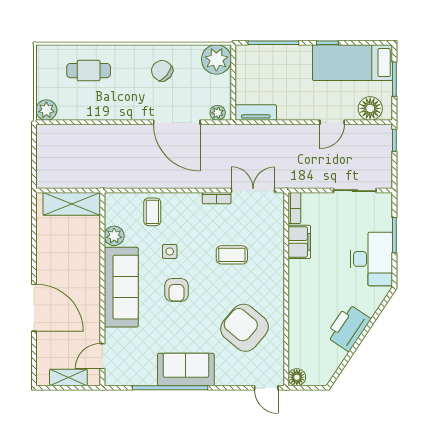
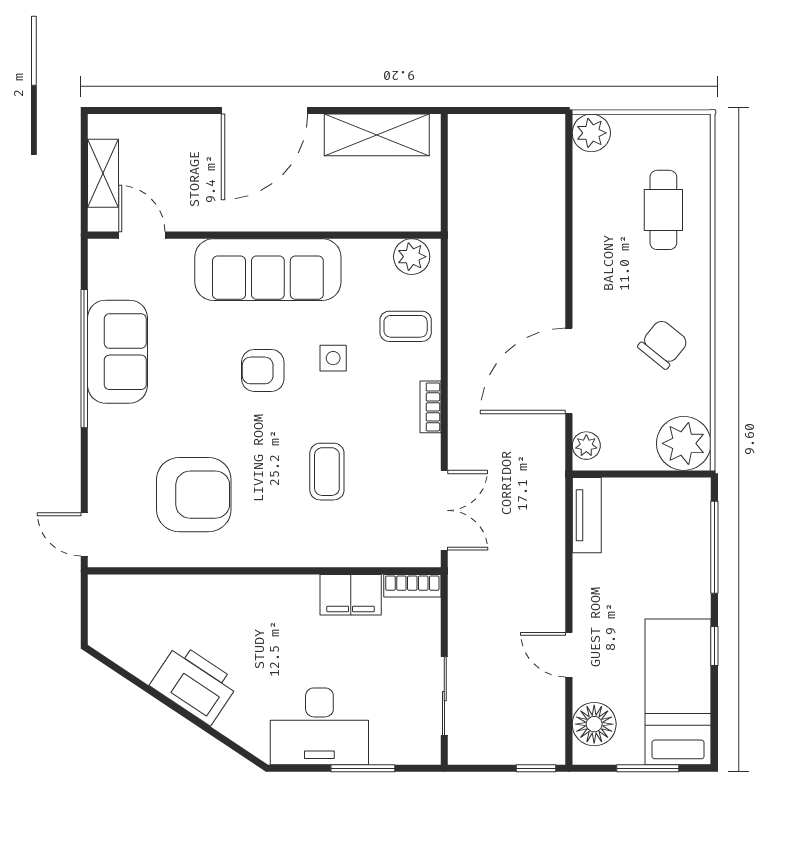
bookcase: (217, 198) -> (430, 407), moved
shelving: (72, 204) -> (377, 135), moved, turned 90
plant: (114, 236) -> (412, 257), moved
door: (34, 308) -> (264, 110), moved
armchair: (244, 328) -> (194, 495), turned 50
sofa: (186, 370) -> (118, 352), moved
floor lamp: (297, 377) -> (103, 590), removed
door: (266, 388) -> (84, 534), hinge flipped

